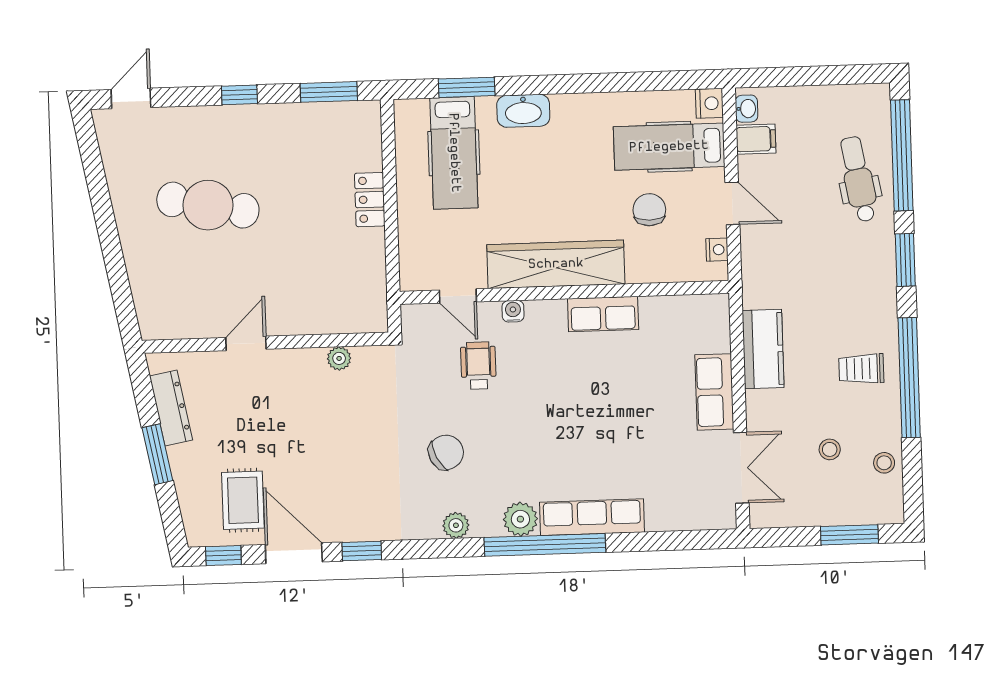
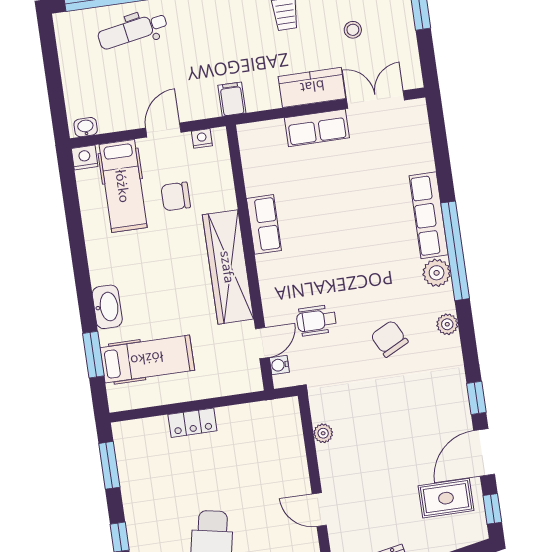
filing cabinet: (756, 139) -> (232, 99), moved
water cooler: (513, 311) -> (279, 365), moved
kitchen counter: (763, 349) -> (312, 87), moved

